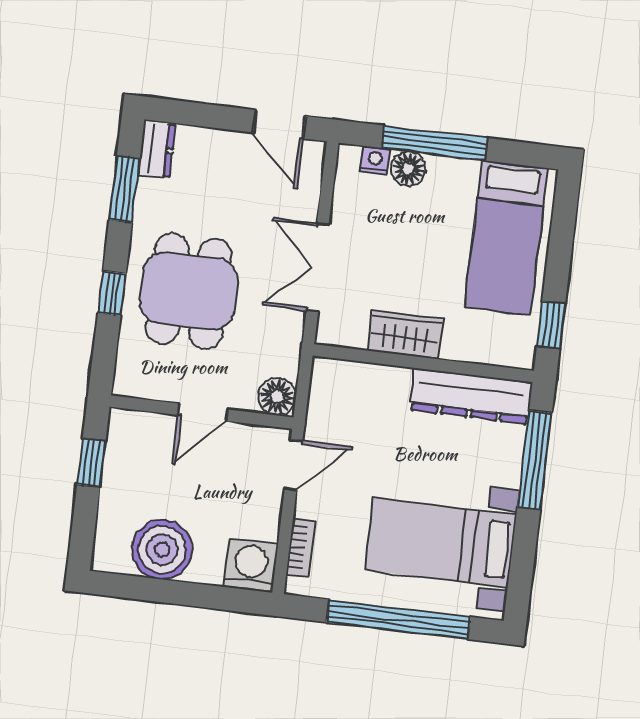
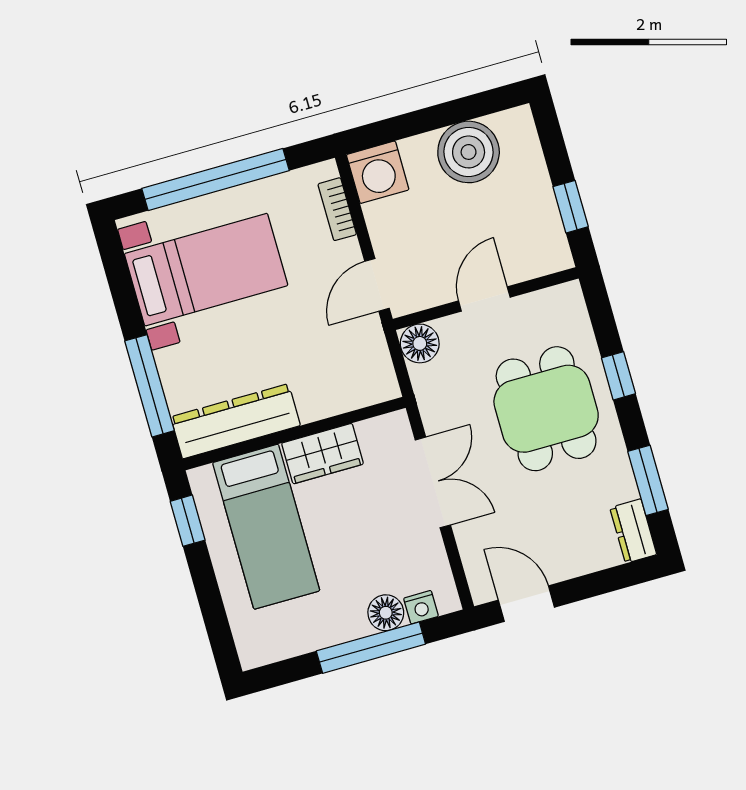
bed: (506, 238) -> (266, 527), moved, turned 180

